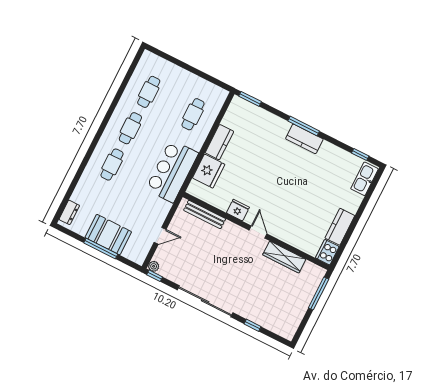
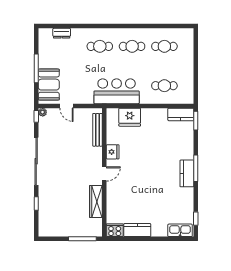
kitchen counter: (219, 142) -> (181, 114), moved
dresser: (69, 212) -> (62, 33), moved
booth: (108, 235) -> (49, 85), moved

